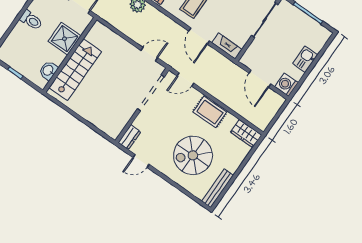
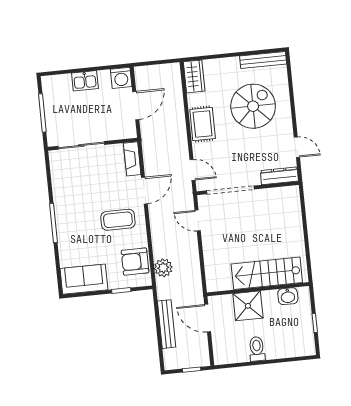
dresser: (129, 137) -> (279, 176), width x1.44
spiral stairs: (193, 155) -> (253, 106), turned -90

